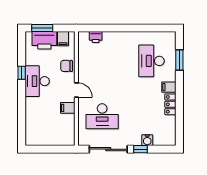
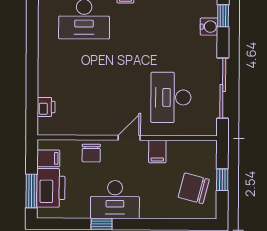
desk: (102, 116) -> (171, 97), turned 180
chair: (45, 131) -> (194, 188), added
window: (50, 149) -> (222, 180), added
window: (140, 149) -> (223, 16), moved

